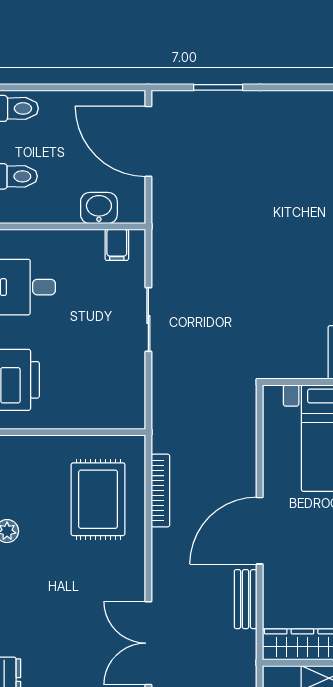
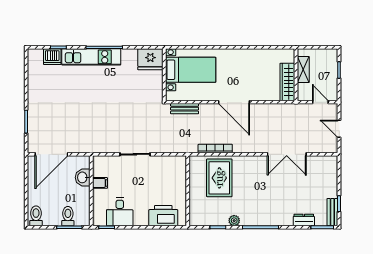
filing cabinet: (117, 245) -> (100, 183), moved
rug: (98, 499) -> (219, 178), turned 90
bench: (246, 599) -> (185, 109), moved

